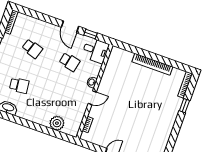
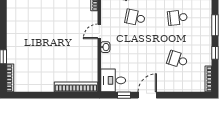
door: (70, 27) -> (147, 95), hinge flipped
school desk: (70, 62) -> (135, 18), moved
bookcase: (152, 64) -> (76, 87), moved

